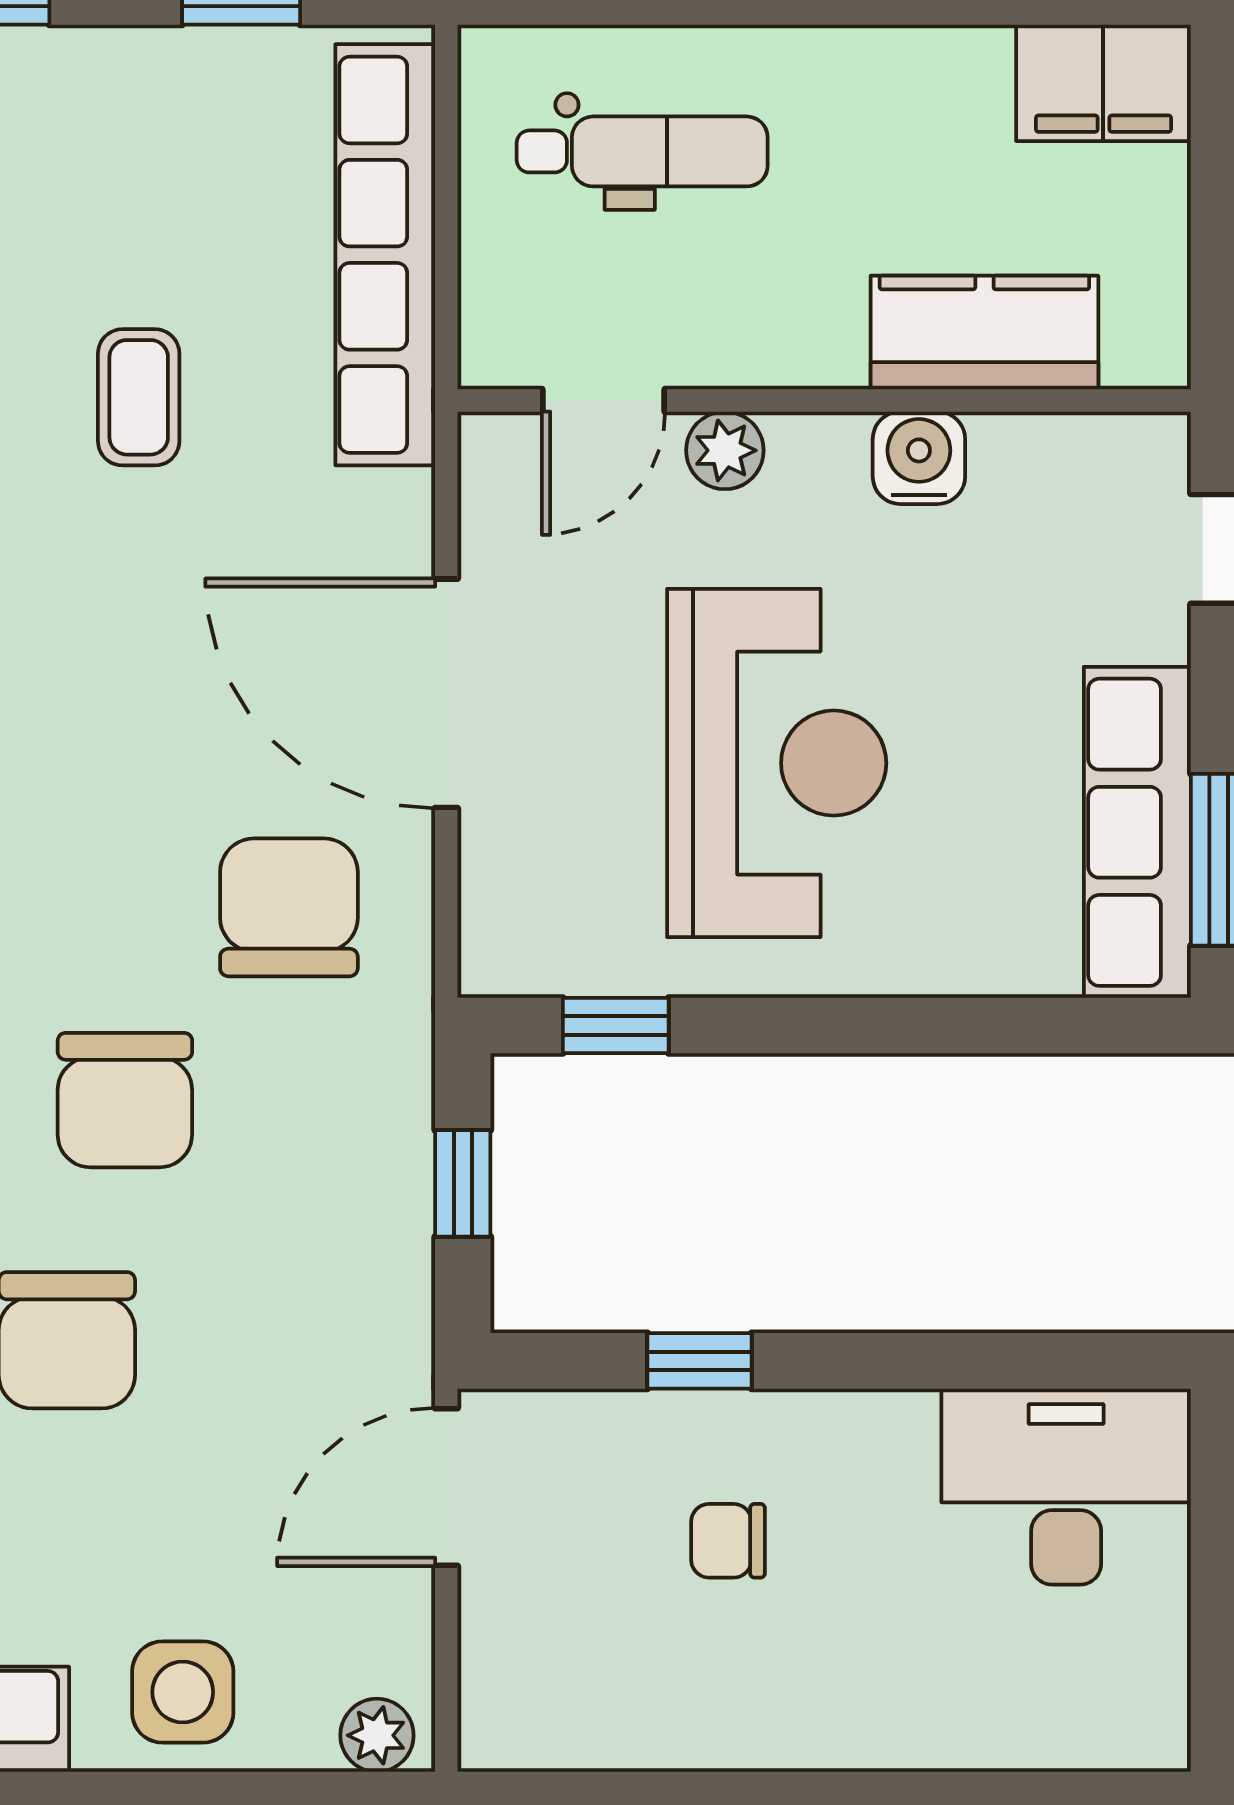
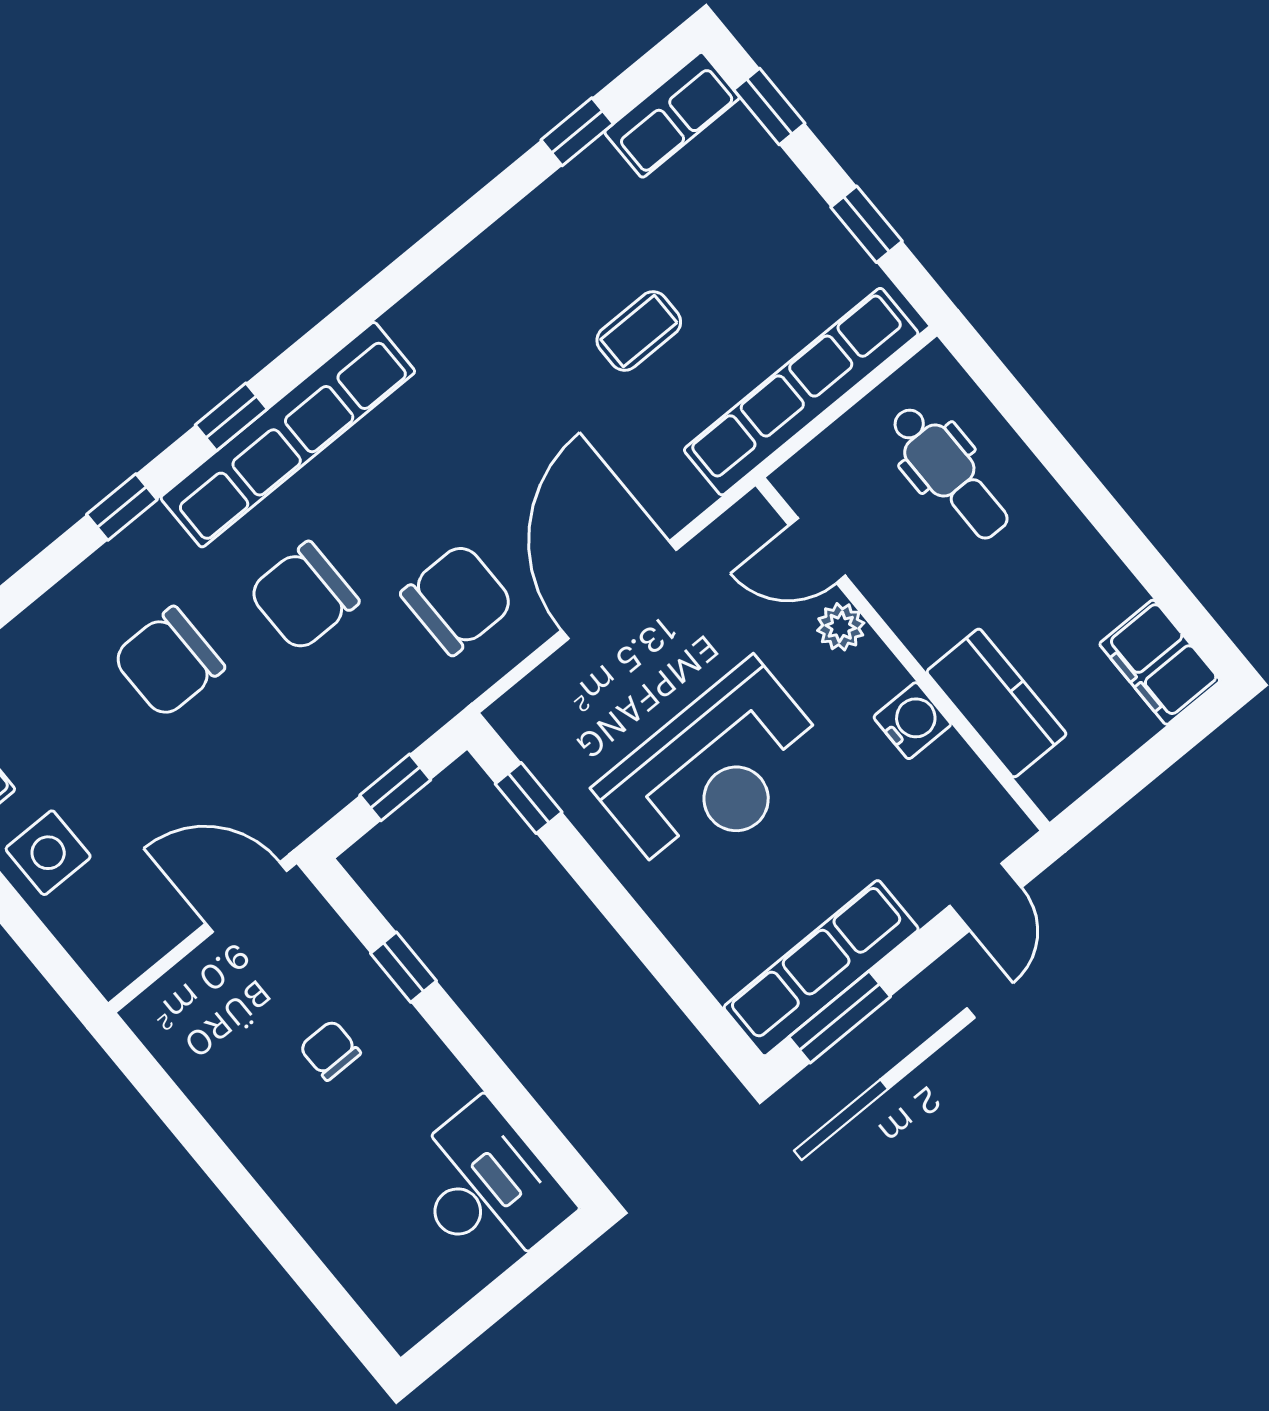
plant: (377, 1735) -> (103, 961), removed

